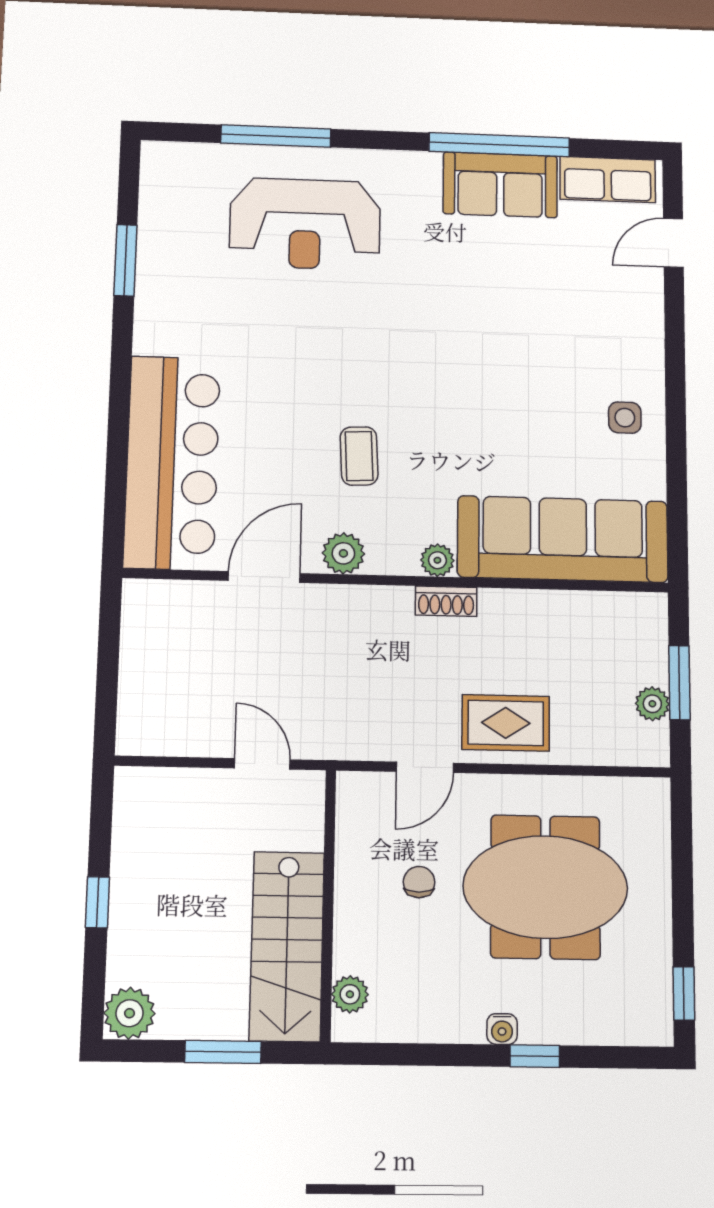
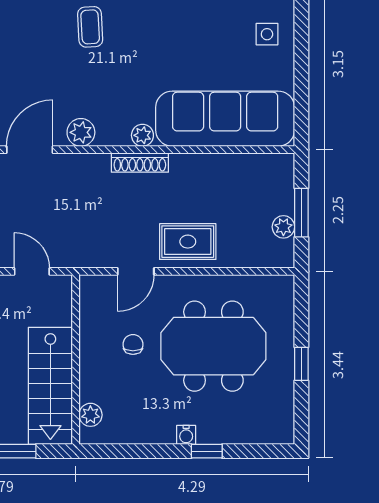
coffee table: (359, 456) -> (90, 27), moved
shoe rack: (446, 601) -> (140, 163), width x1.43
window: (684, 993) -> (301, 364), moved

